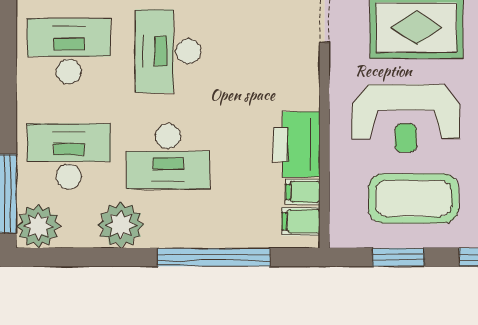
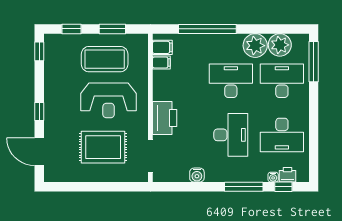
reception desk: (406, 118) -> (109, 100), turned 180
printer: (297, 144) -> (165, 118), moved
desk: (69, 156) -> (282, 81), turned 180
plant: (38, 226) -> (280, 45), moved

